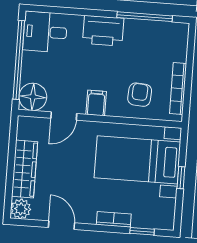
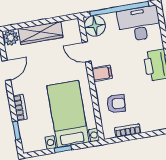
desk: (45, 32) -> (139, 24), width x1.37
bookcase: (178, 88) -> (128, 131), width x0.64

